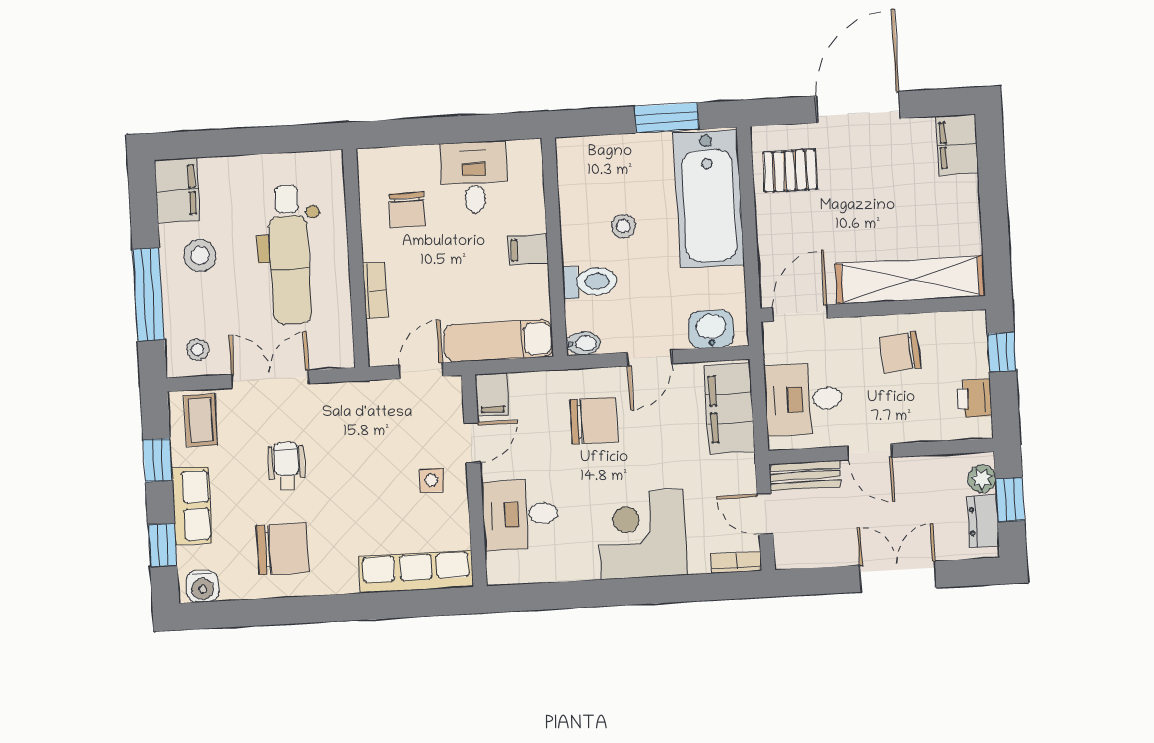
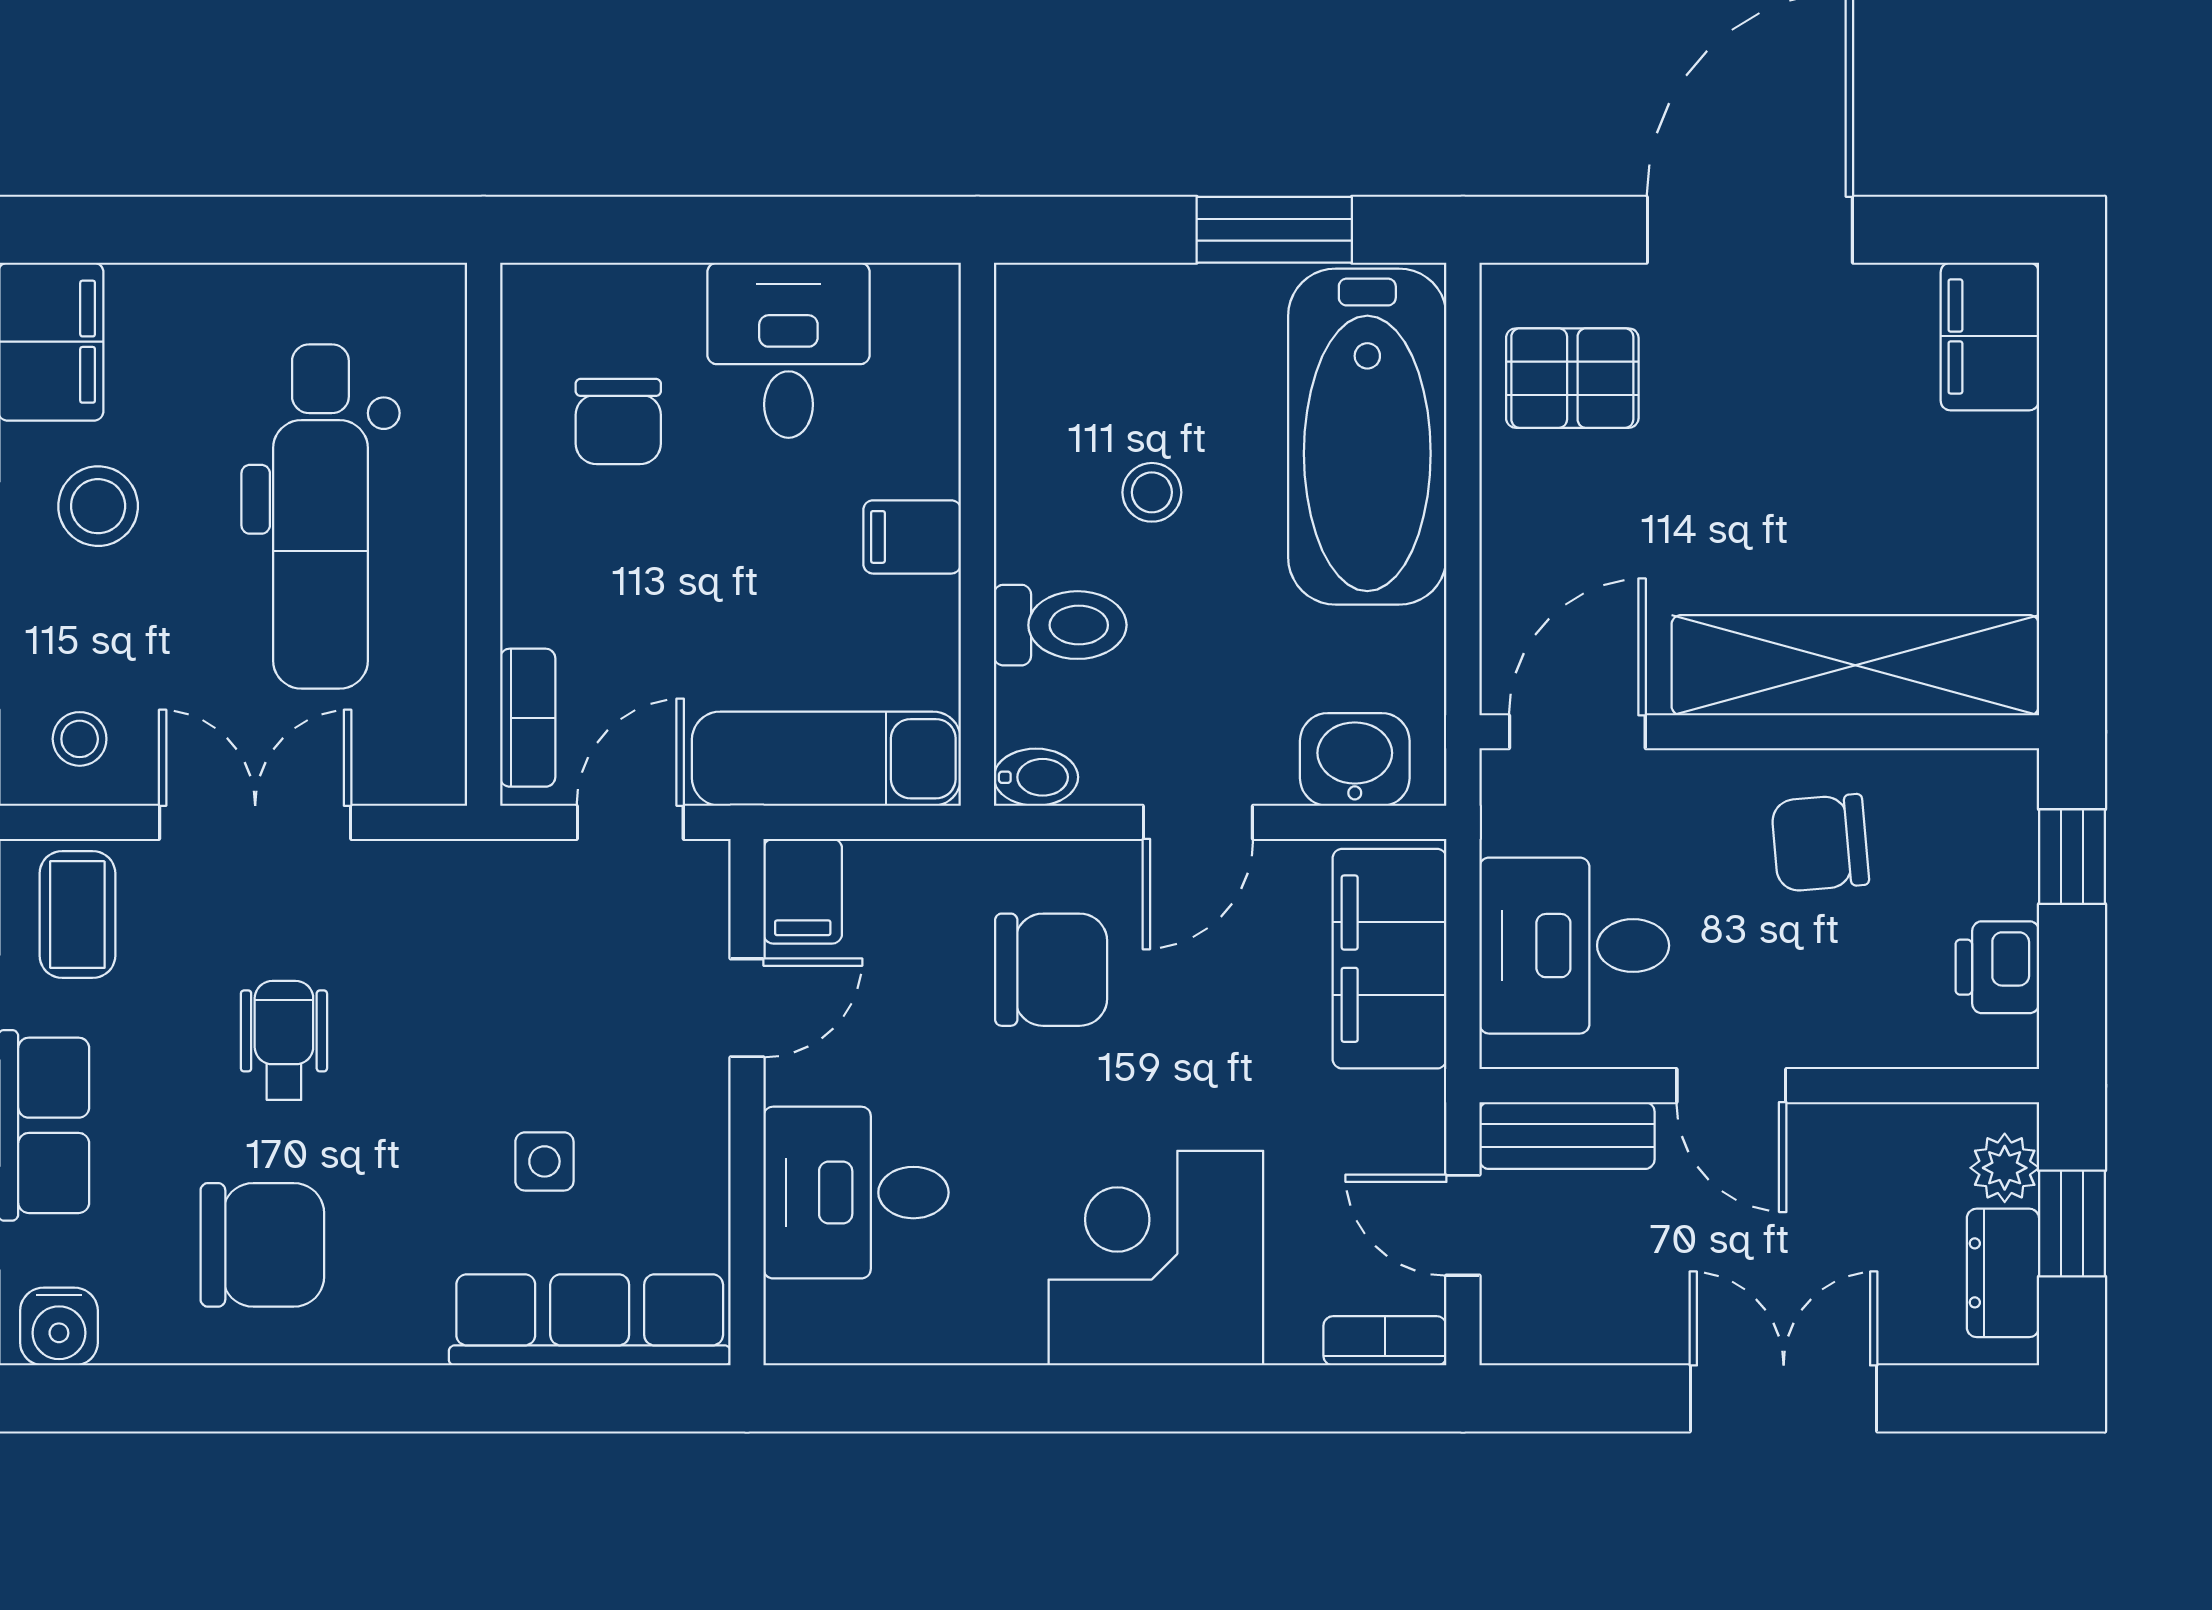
bookcase: (375, 290) -> (528, 718), moved
side table: (431, 480) -> (544, 1161), moved

